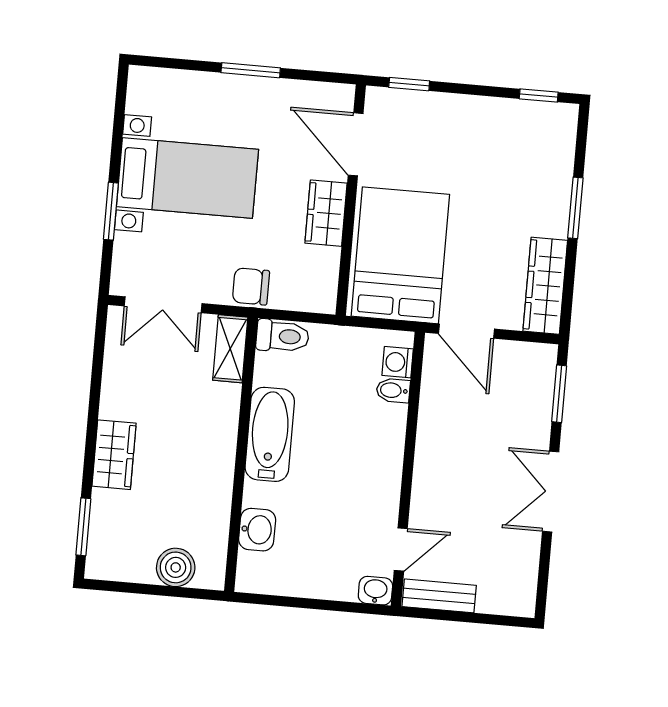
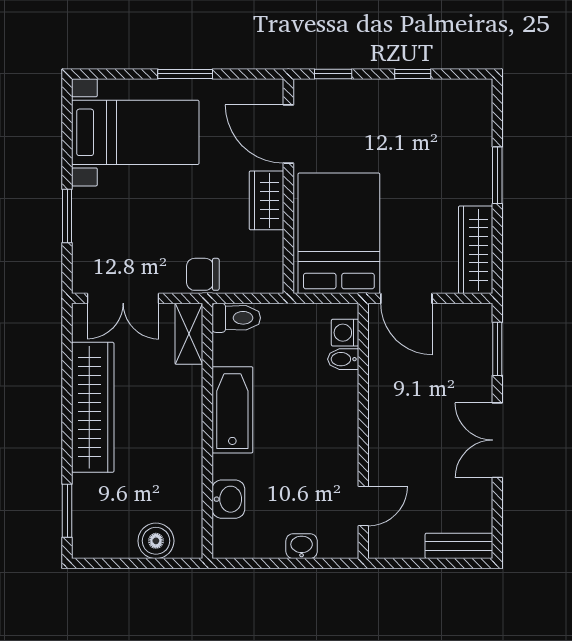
window: (539, 95) -> (413, 74), moved
bed with nightstands: (187, 178) -> (135, 132), moved
wardrobe: (114, 455) -> (93, 407), width x2.10, depth x1.17
washbasin: (375, 591) -> (302, 546), moved
bench: (439, 596) -> (459, 546), moved

